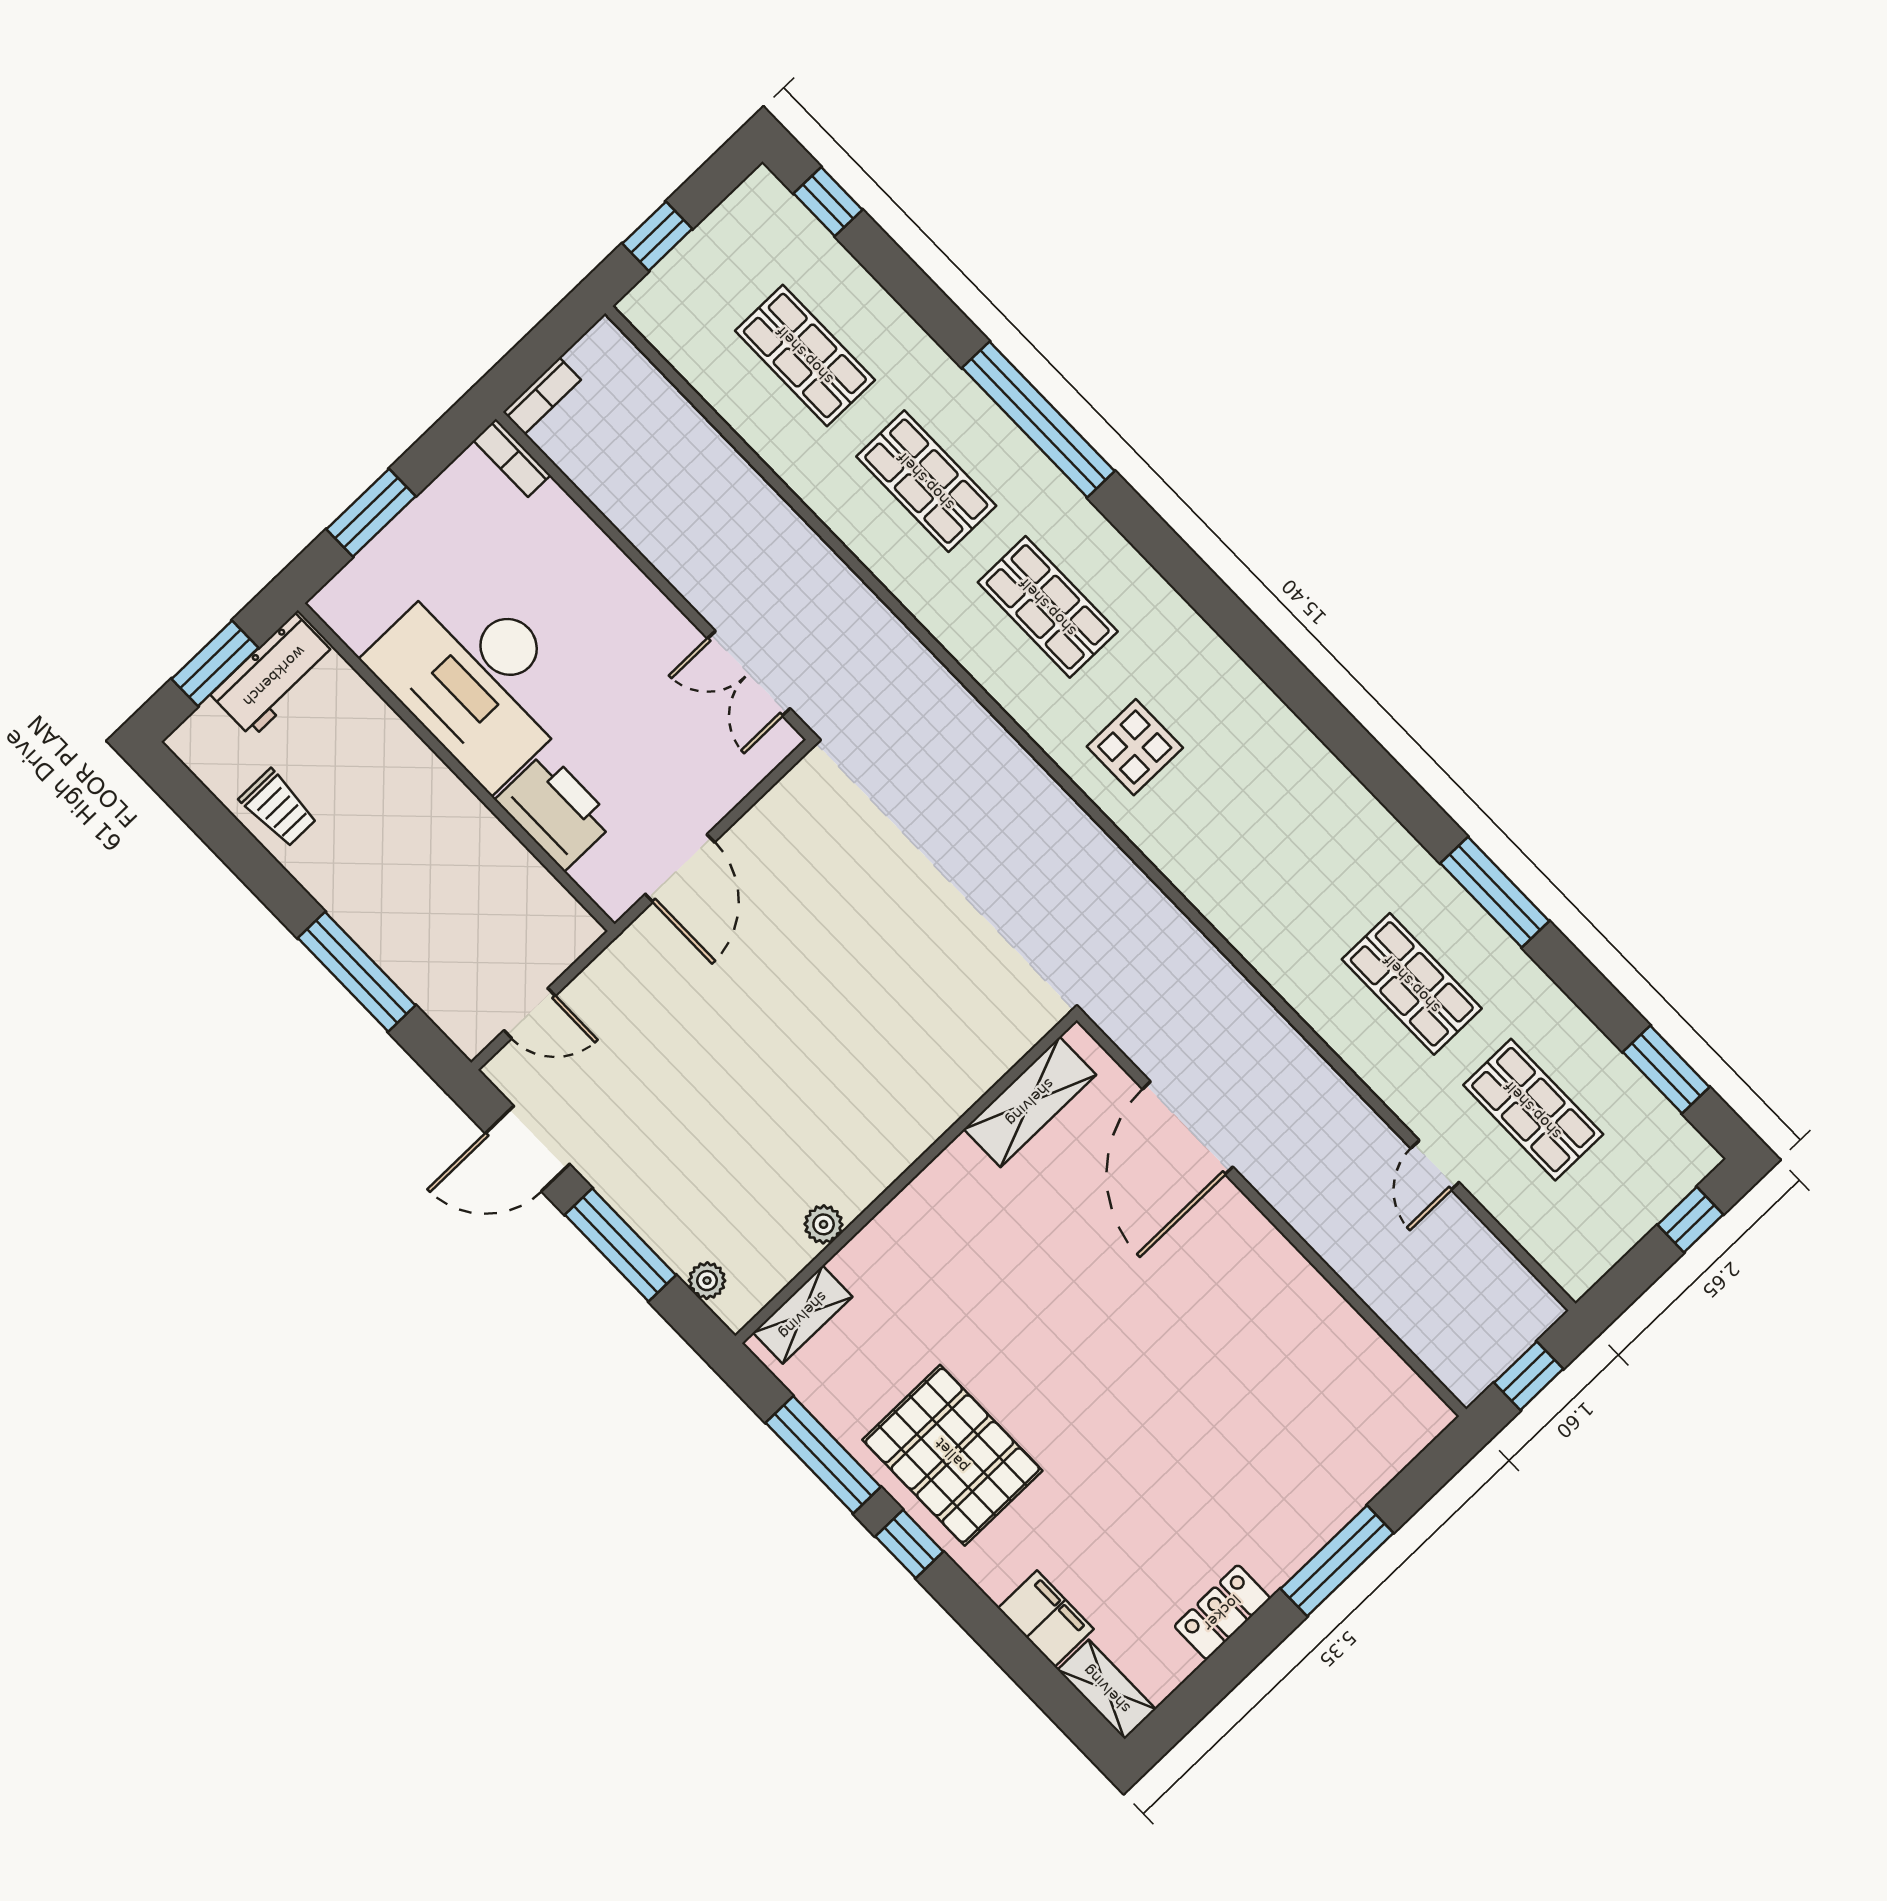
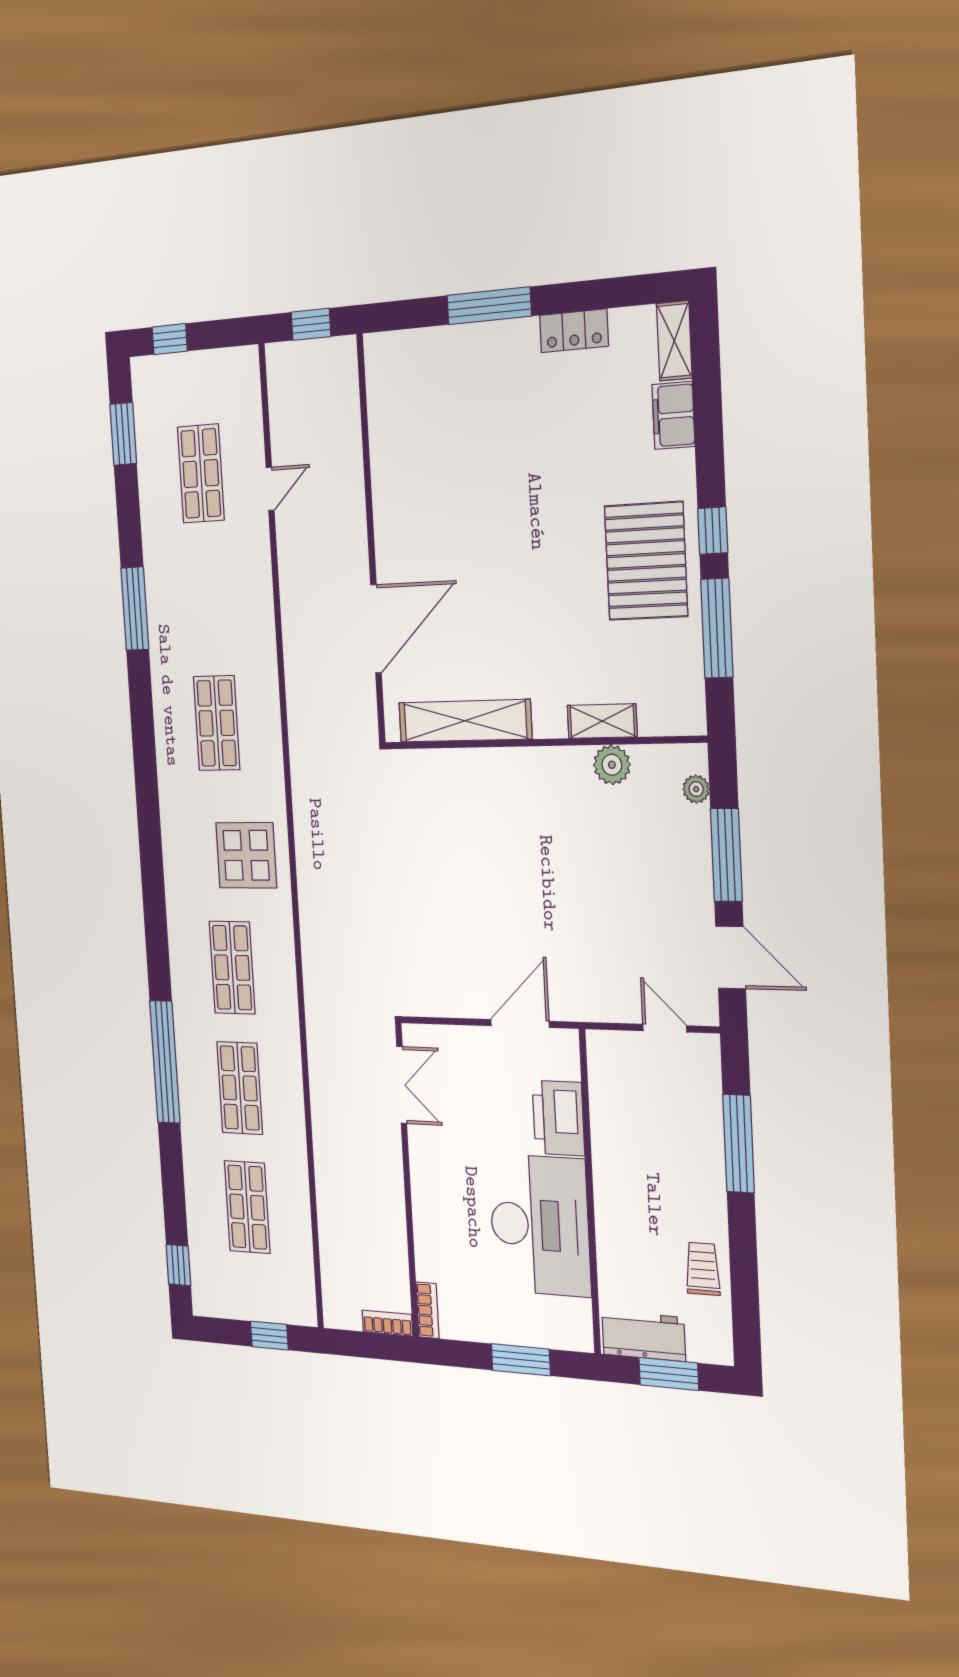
display table: (1135, 747) -> (246, 855), width x1.36, depth x1.36
shop shelf: (1412, 984) -> (217, 723), moved
shelving: (1030, 1102) -> (465, 721), width x1.47
plant: (824, 1224) -> (612, 765), width x1.38, depth x1.38
shelving: (803, 1315) -> (602, 721), moved

